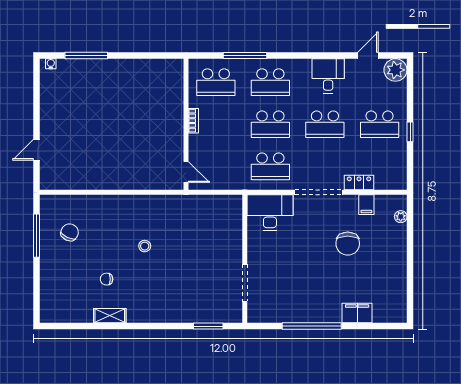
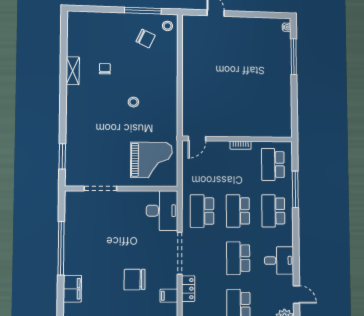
stool: (54, 207) -> (167, 26), added
grand piano: (212, 225) -> (152, 160), added

